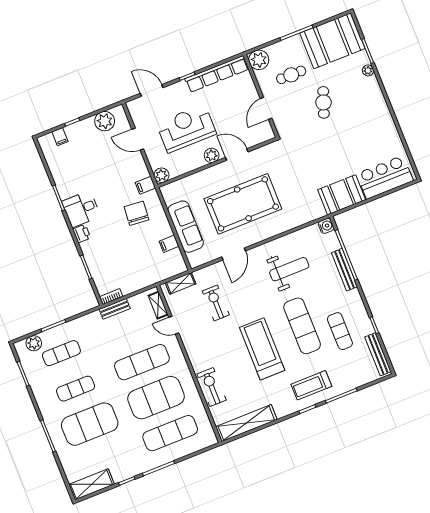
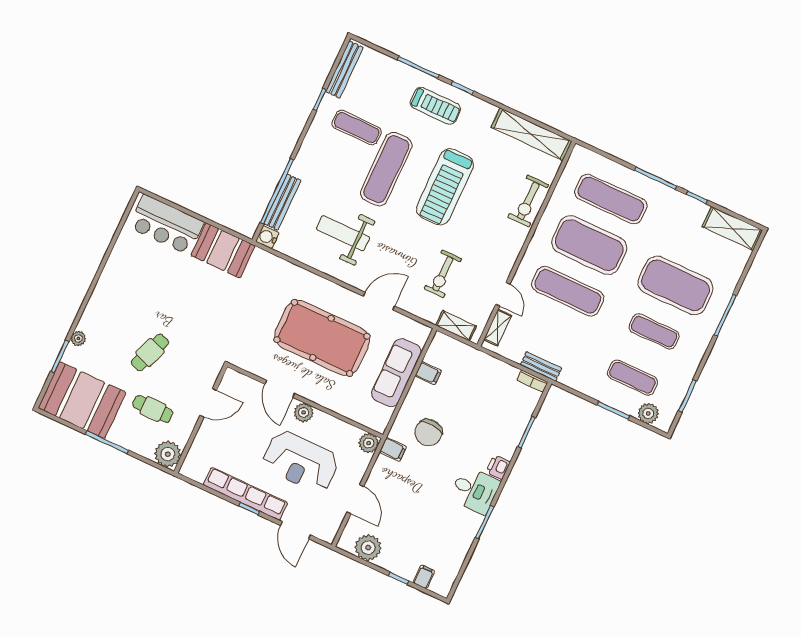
row of seats: (217, 74) -> (245, 494), moved
bench: (344, 270) -> (282, 202), moved
exercise mat: (340, 331) -> (357, 128), turned 90

